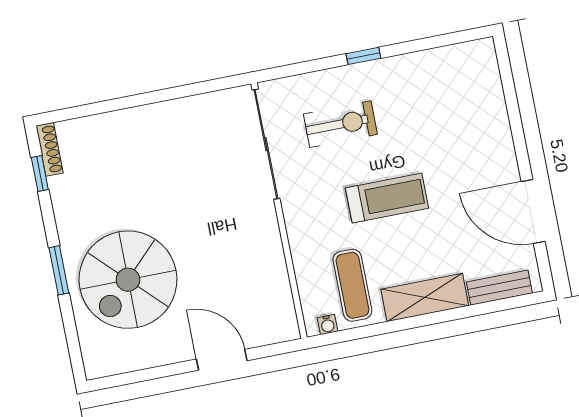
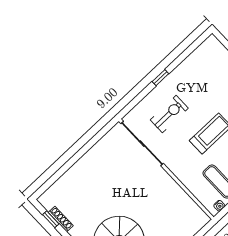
shoe rack: (50, 149) -> (61, 219), moved

